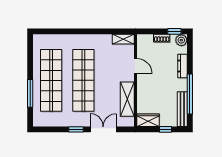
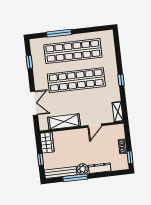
window: (89, 31) -> (121, 80), added
plant: (181, 40) -> (83, 169), moved
window: (190, 94) -> (75, 178), width x0.68
window: (76, 129) -> (29, 62), moved

